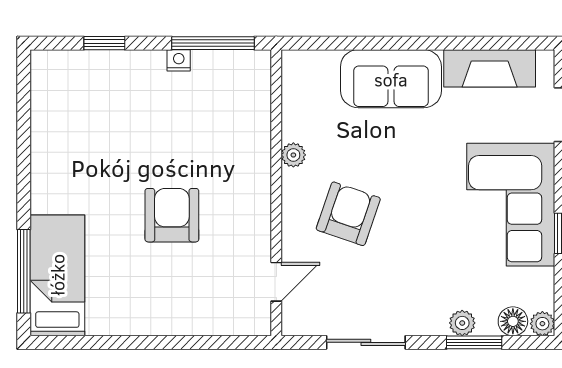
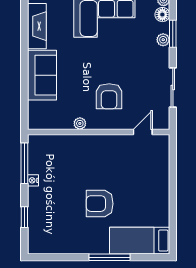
armchair: (348, 214) -> (109, 96), turned -109
armchair: (172, 215) -> (100, 204), moved
window: (24, 271) -> (110, 257), moved
door: (276, 282) -> (143, 132), hinge flipped

